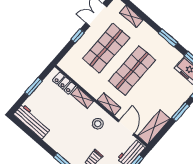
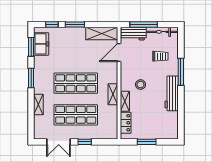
shelving: (131, 16) -> (38, 105), moved
shelving: (109, 104) -> (113, 94), moved
workbench: (32, 121) -> (172, 93), moved
stool: (98, 124) -> (140, 85), moved

